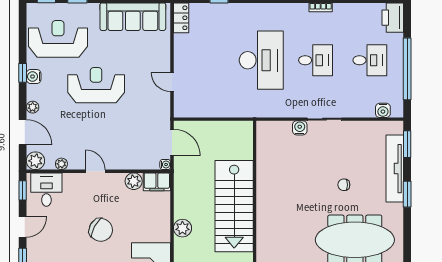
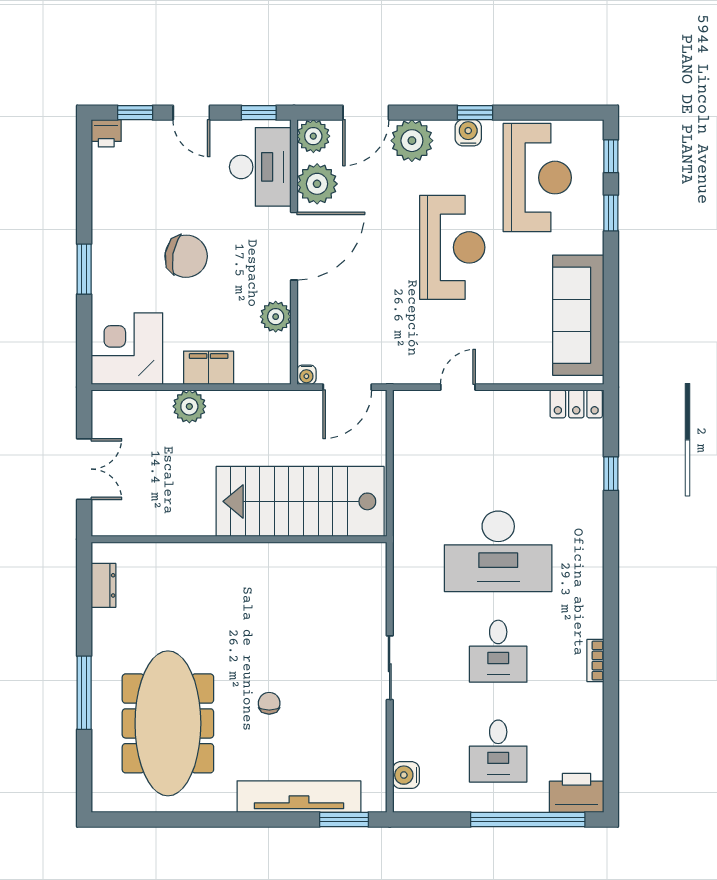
window: (407, 69) -> (528, 820), moved
plant: (33, 107) -> (412, 141), width x1.87, depth x1.87
water cooler: (300, 128) -> (374, 622), removed
plant: (61, 164) -> (317, 184), width x1.88, depth x1.88
door: (95, 171) -> (294, 246), width x1.87
filing cabinet: (157, 182) -> (209, 368), moved, turned 90
desk: (46, 190) -> (260, 167), width x1.37
window: (407, 194) -> (252, 820), removed
stairs: (234, 206) -> (300, 501), moved
chair: (101, 230) -> (186, 256), turned -109

